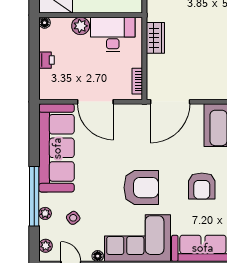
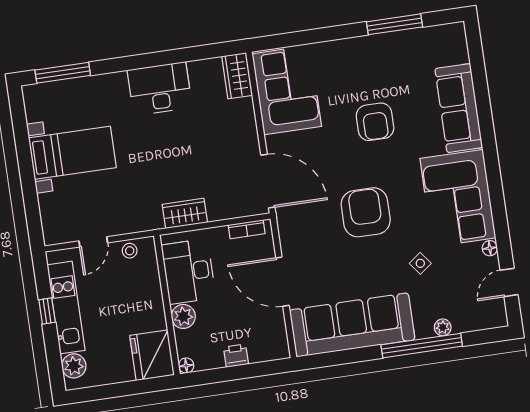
door: (95, 102) -> (282, 282), swing flipped
armchair: (202, 186) -> (375, 122), turned 90
armchair: (141, 188) -> (366, 212), moved
side table: (73, 218) -> (420, 263), moved
plant: (46, 246) -> (486, 320), removed

